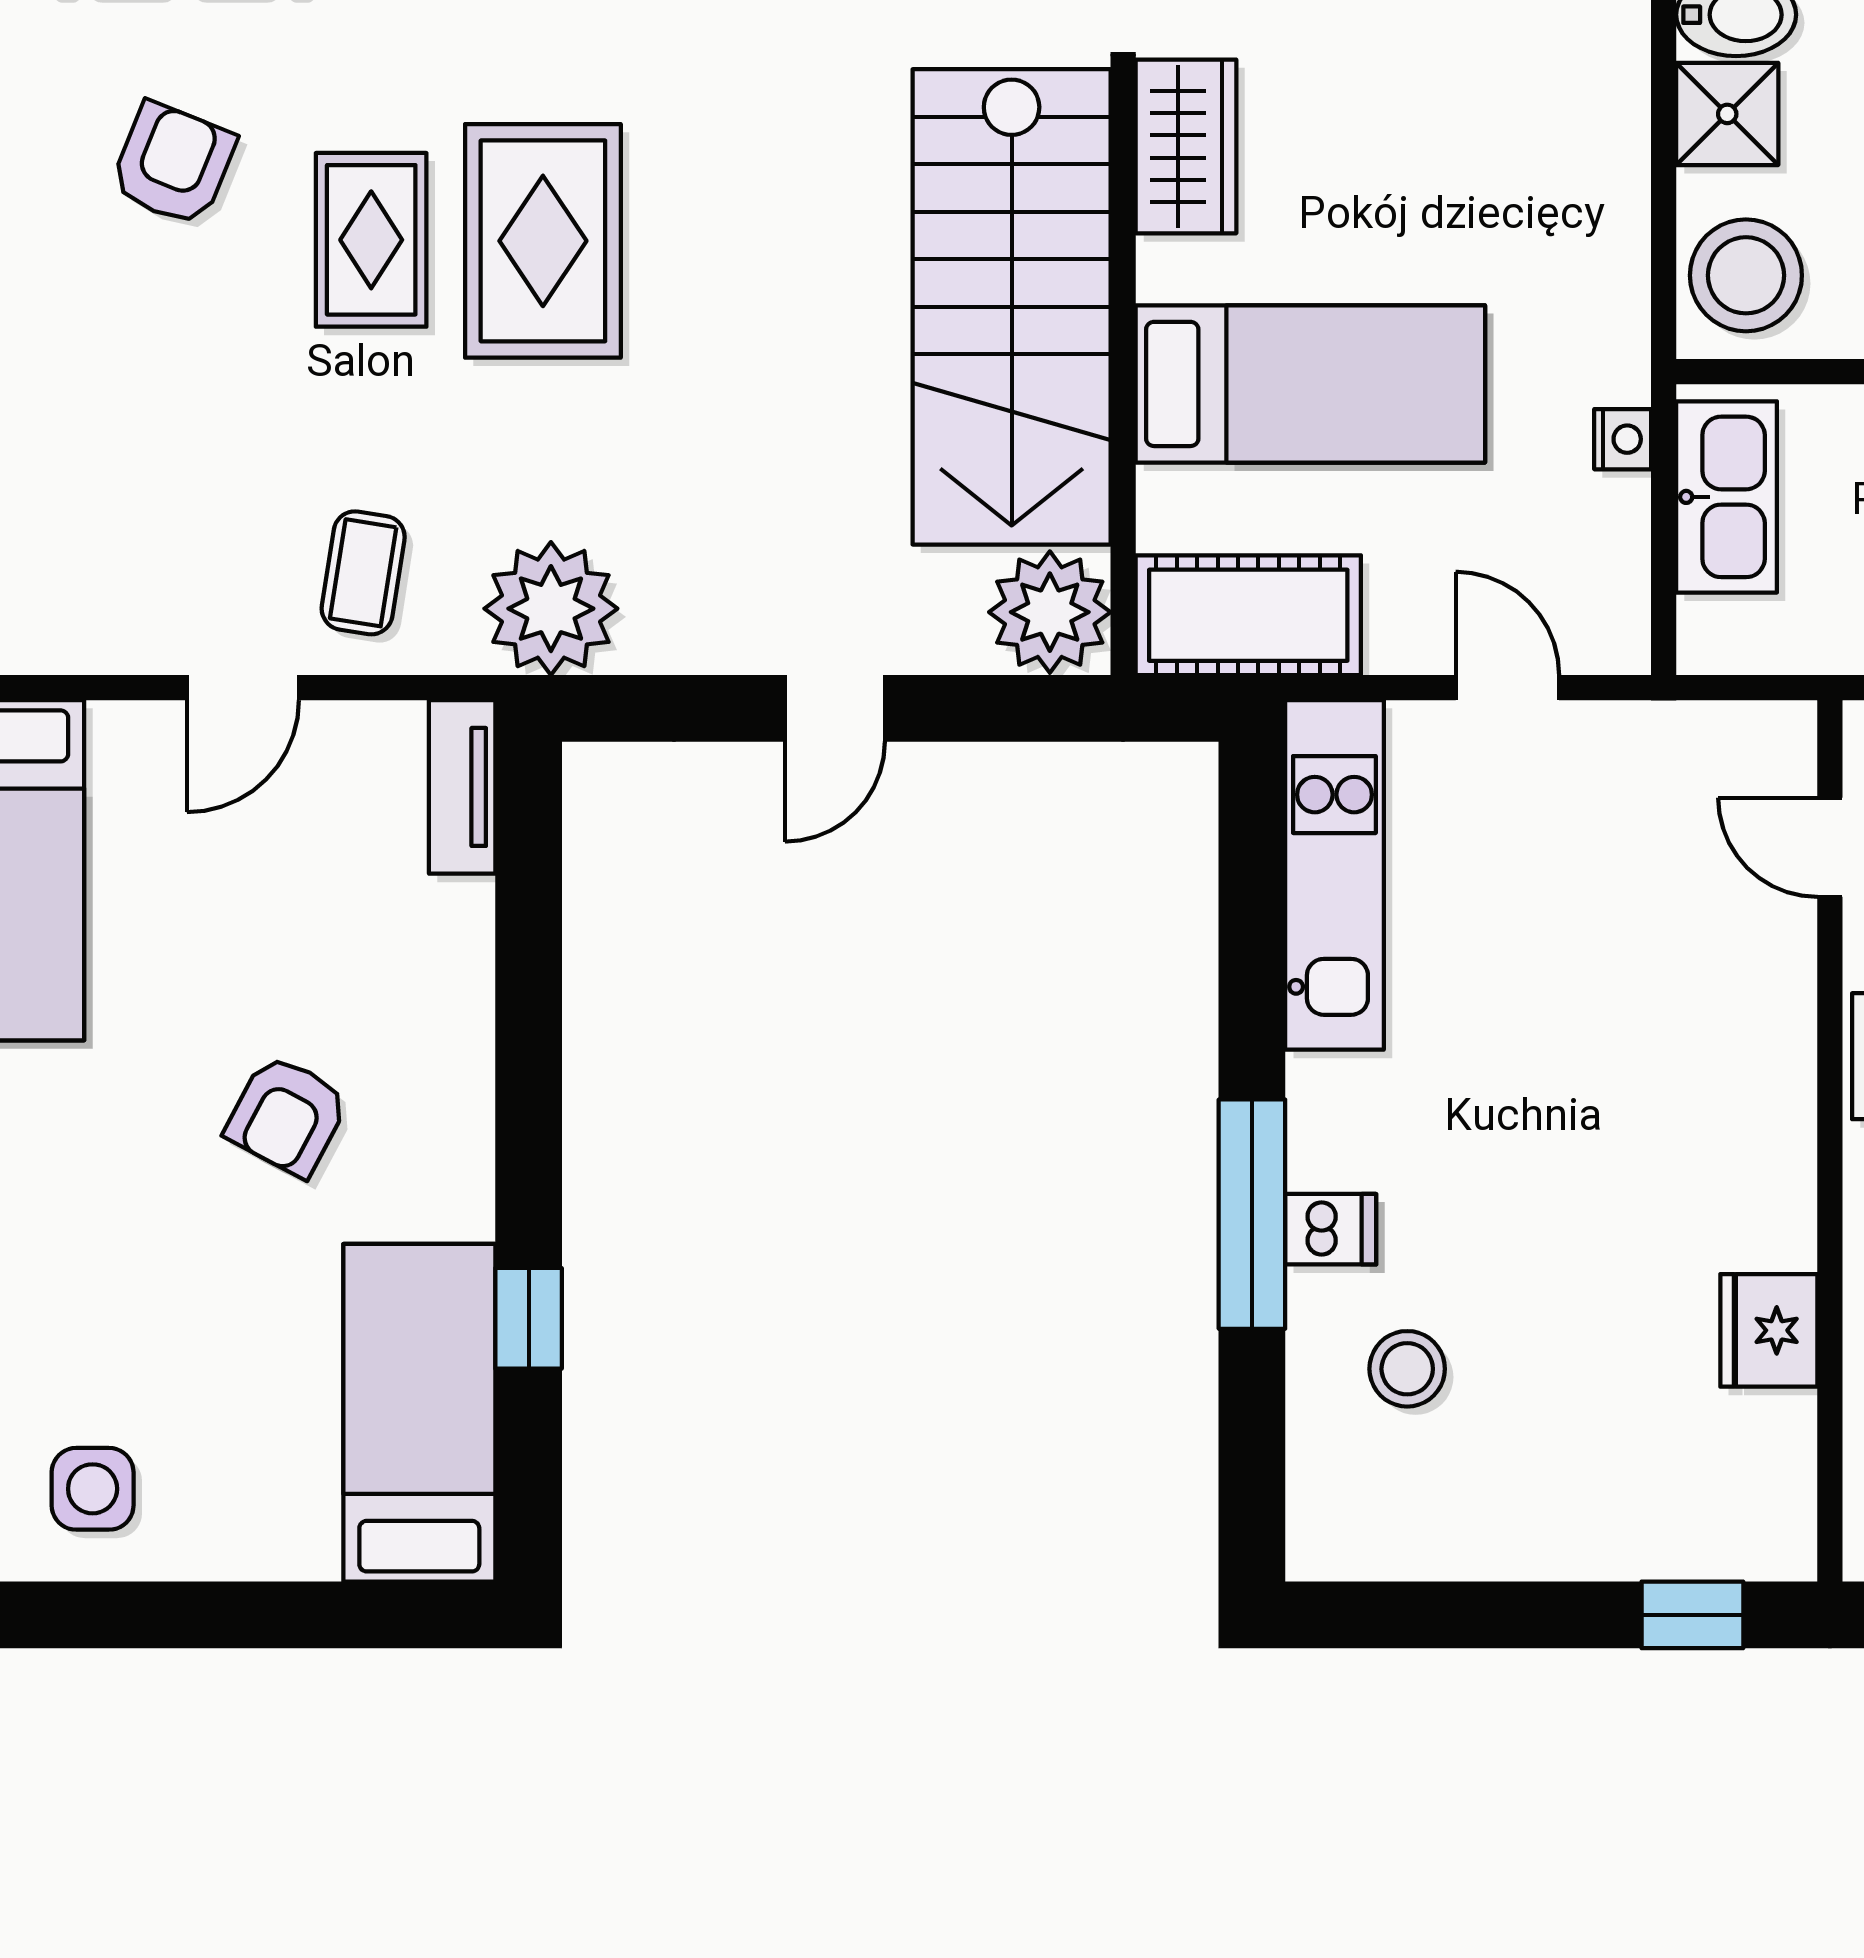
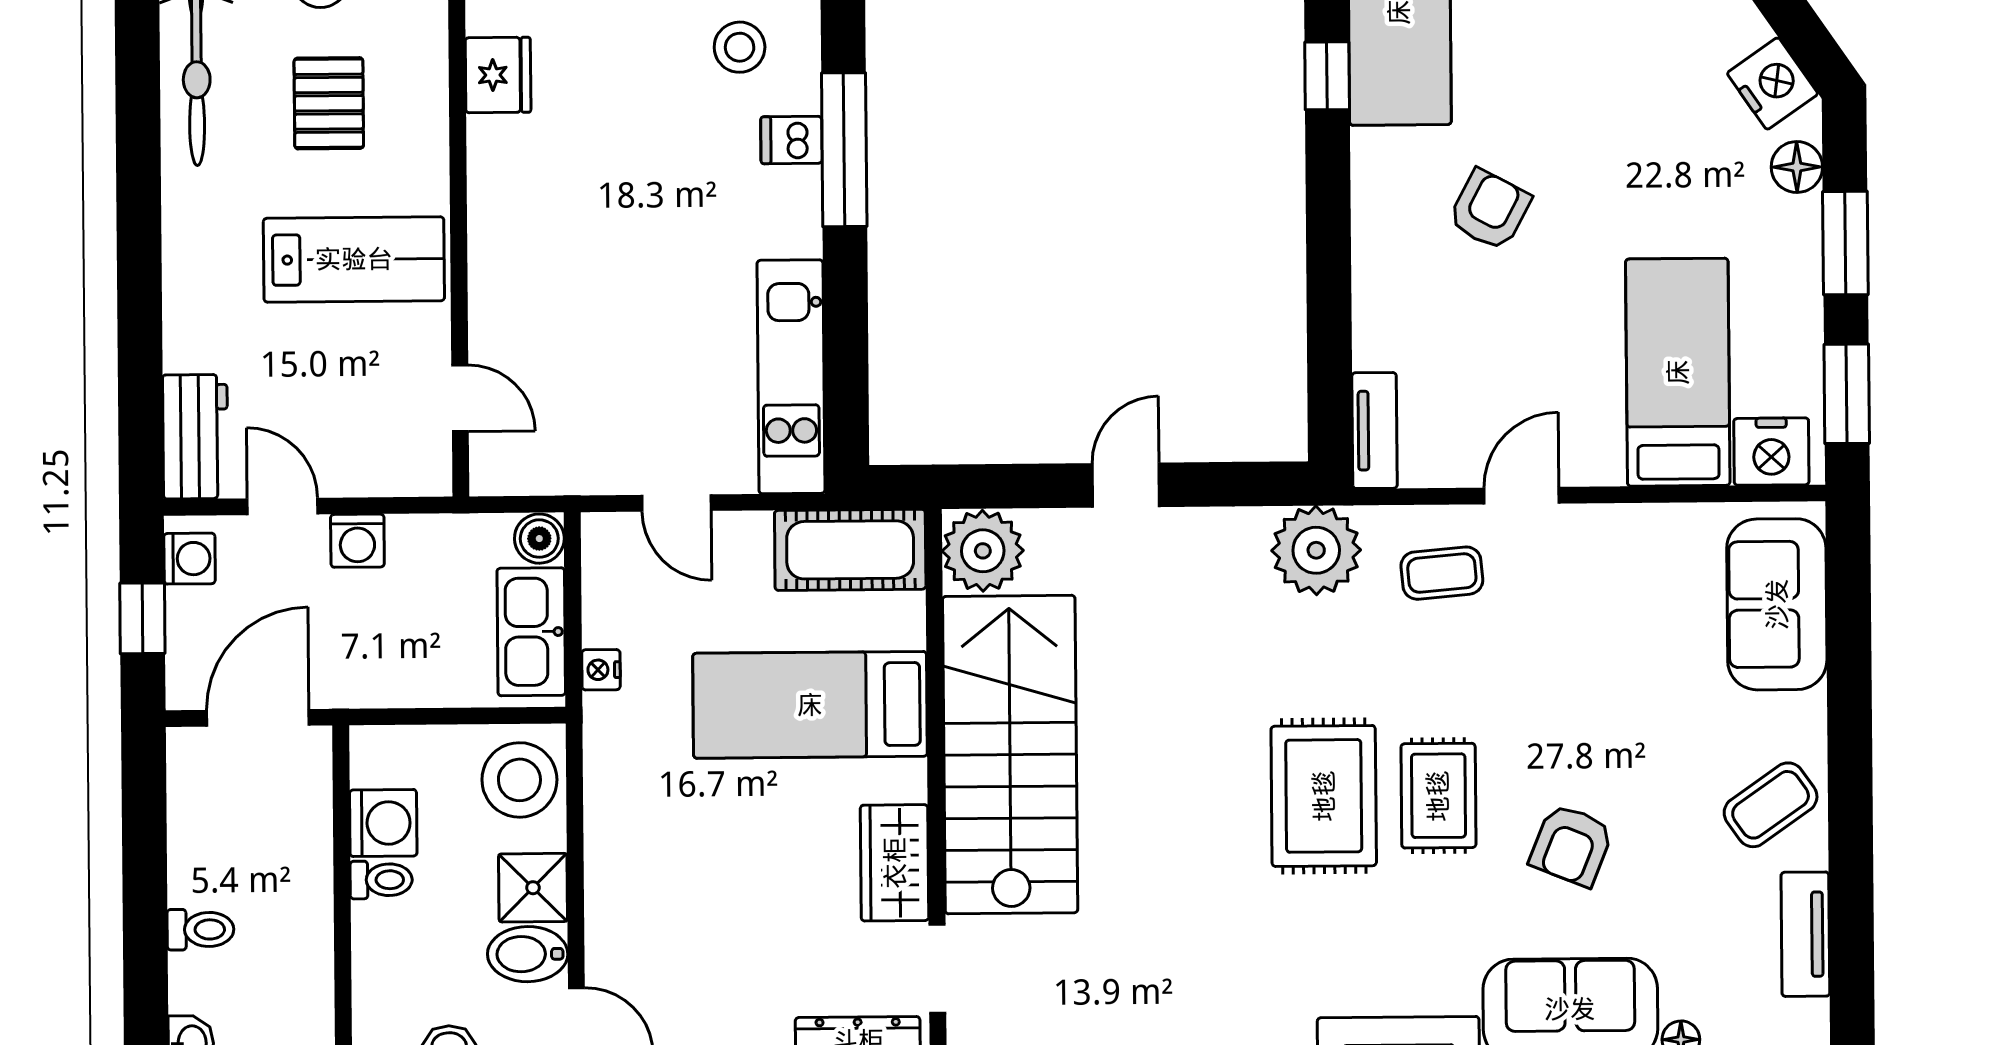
coffee table: (363, 573) -> (1442, 573), turned 76
boiler: (1713, 636) -> (539, 539), added

